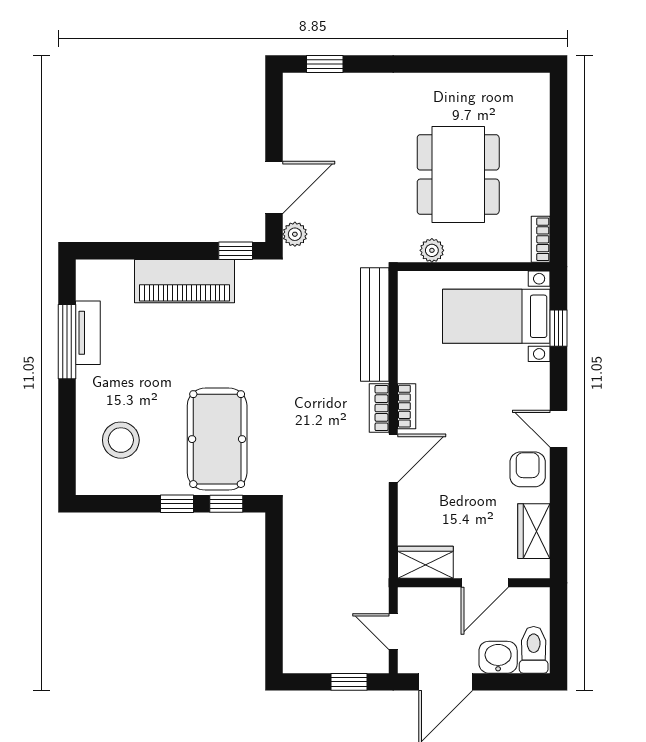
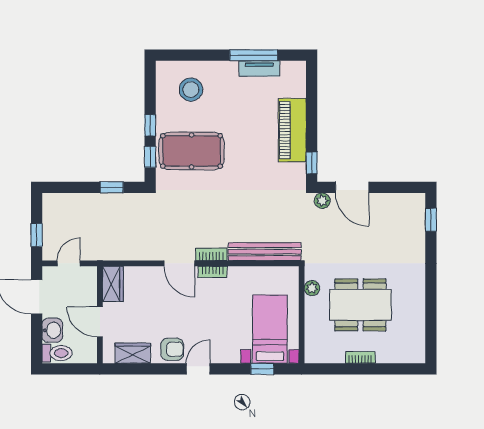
bookcase: (541, 239) -> (360, 357), moved
window: (274, 564) -> (112, 187), added

